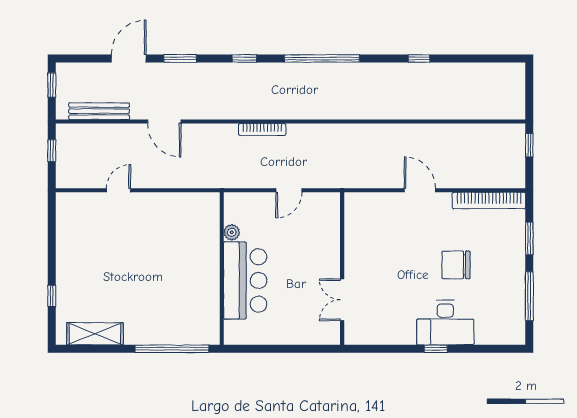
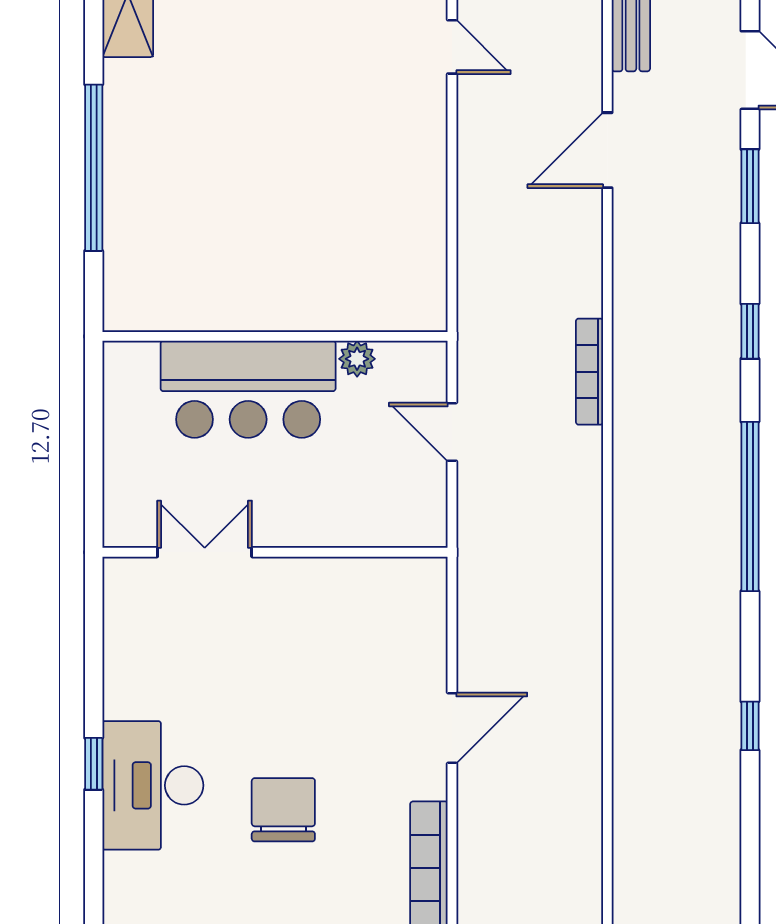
plant: (232, 232) -> (357, 359), moved
wall: (222, 269) -> (275, 336), moved
bar counter: (245, 280) -> (248, 389), moved

